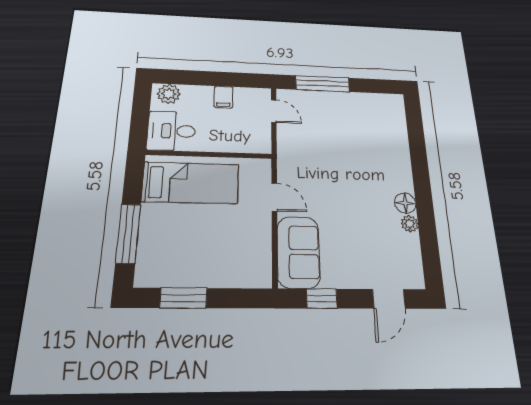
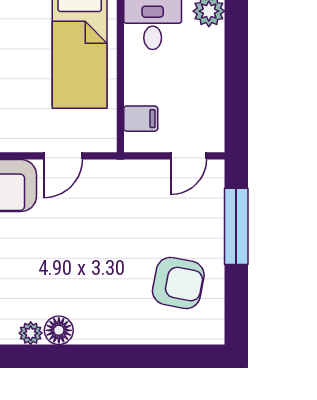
filing cabinet: (224, 97) -> (141, 119), moved, turned 180
armchair: (364, 121) -> (178, 283), added

